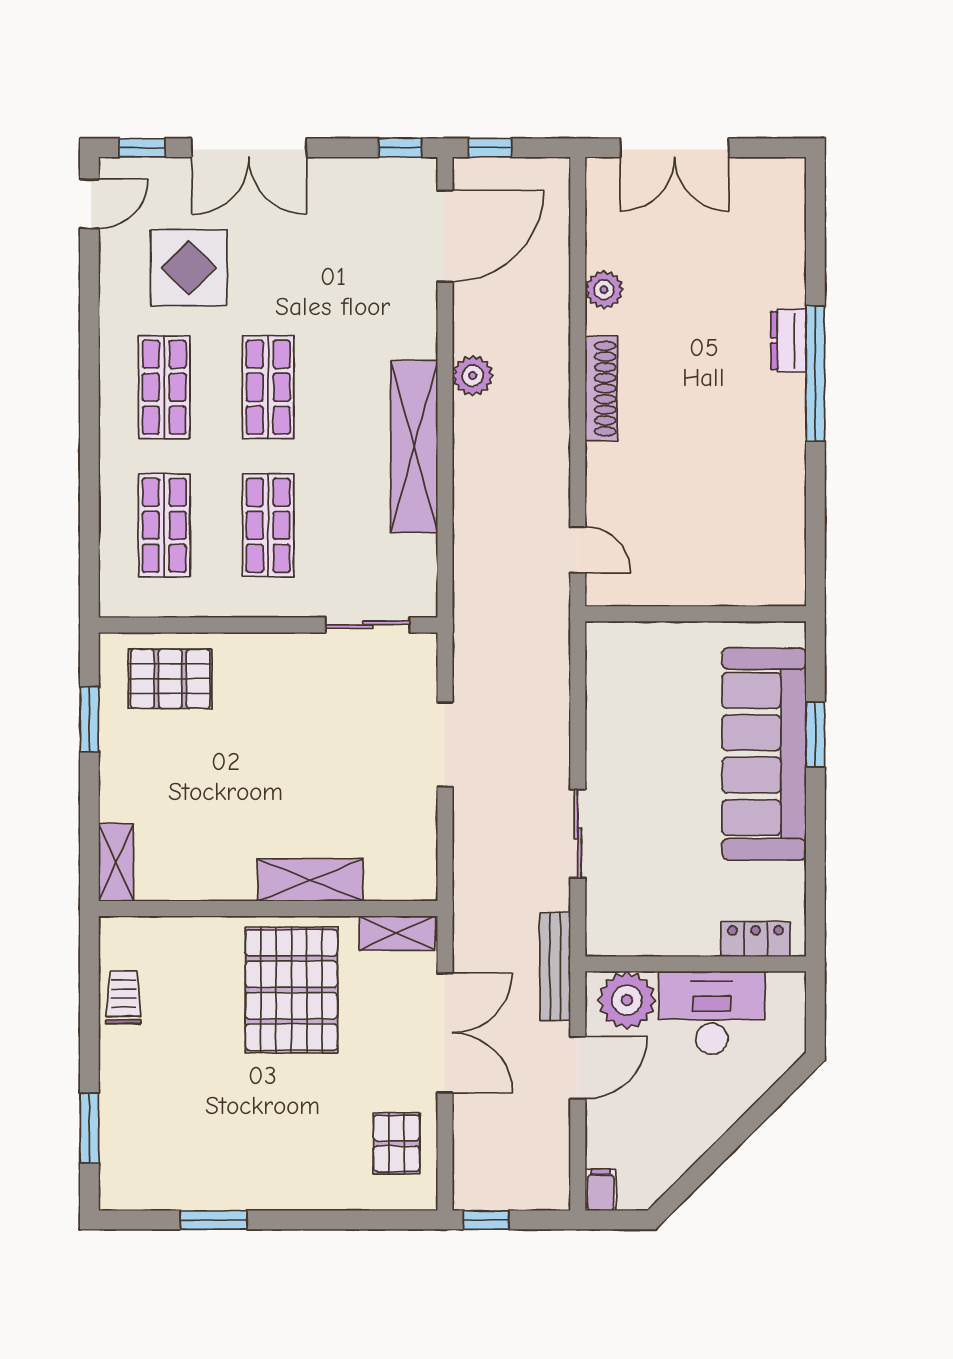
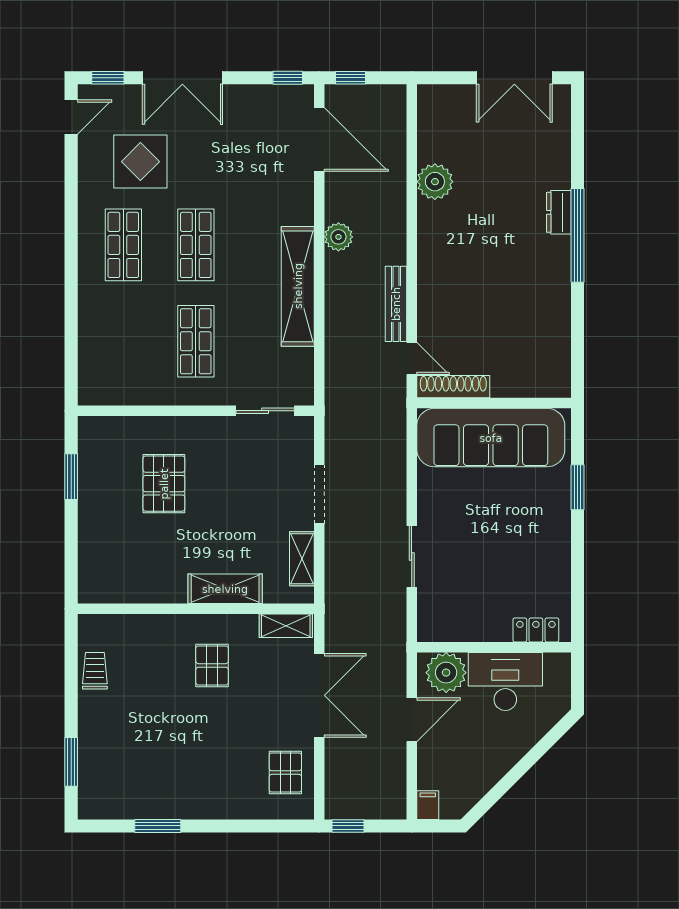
double door: (675, 148) -> (514, 78), moved
door: (445, 236) -> (319, 139), hinge flipped
plant: (604, 290) -> (435, 182), width x1.36, depth x1.36
shoe rack: (601, 389) -> (453, 387), moved, turned -90
shop shelf: (164, 525) -> (123, 341), removed
pallet: (170, 679) -> (164, 484), moved, turned 90
sofa: (764, 754) -> (491, 438), moved, turned -90
shelving: (116, 862) -> (302, 559), moved
bench: (555, 966) -> (396, 304), moved
pallet: (291, 990) -> (212, 665), width x0.49, depth x0.50

